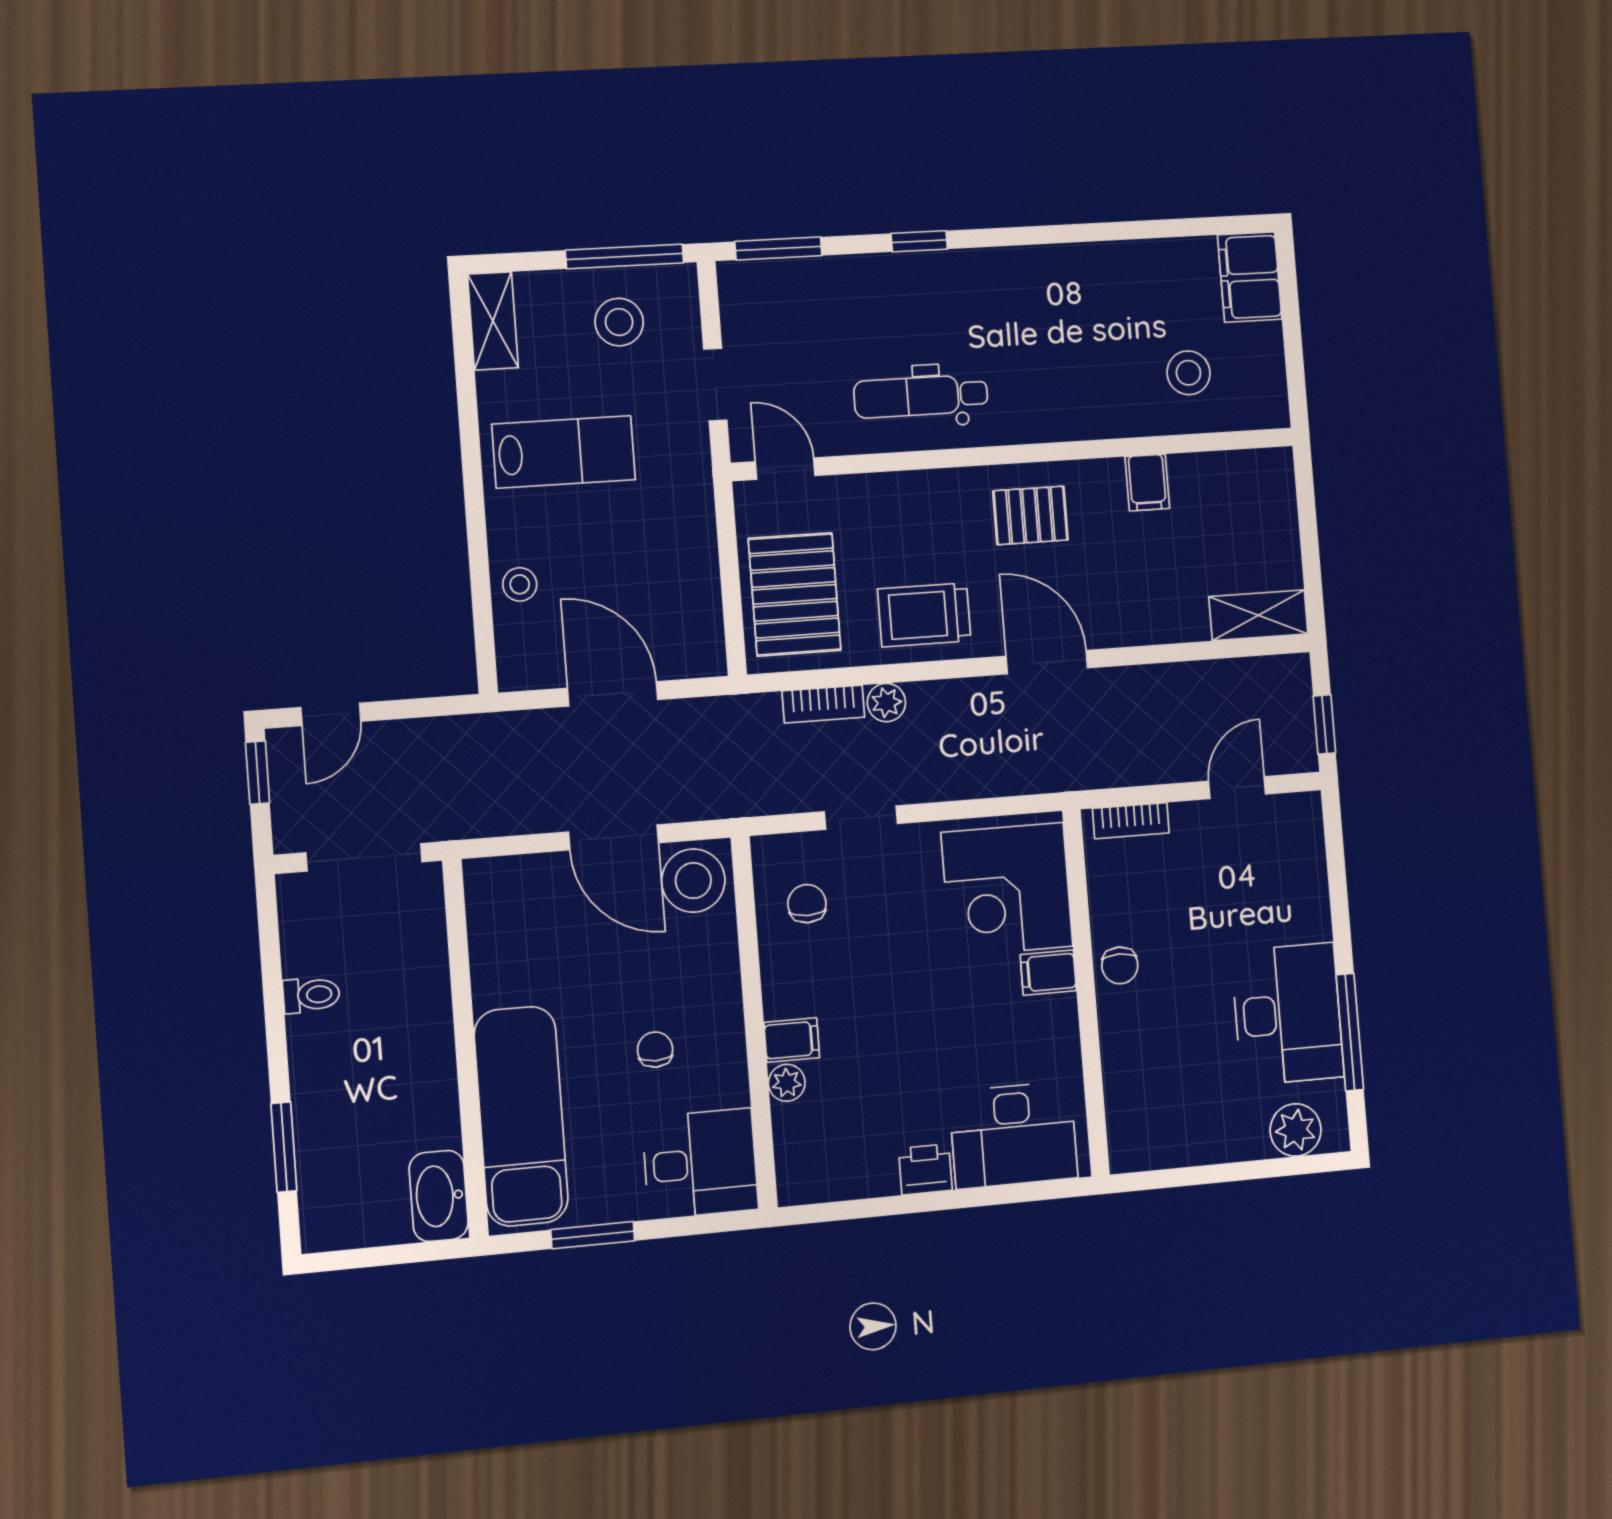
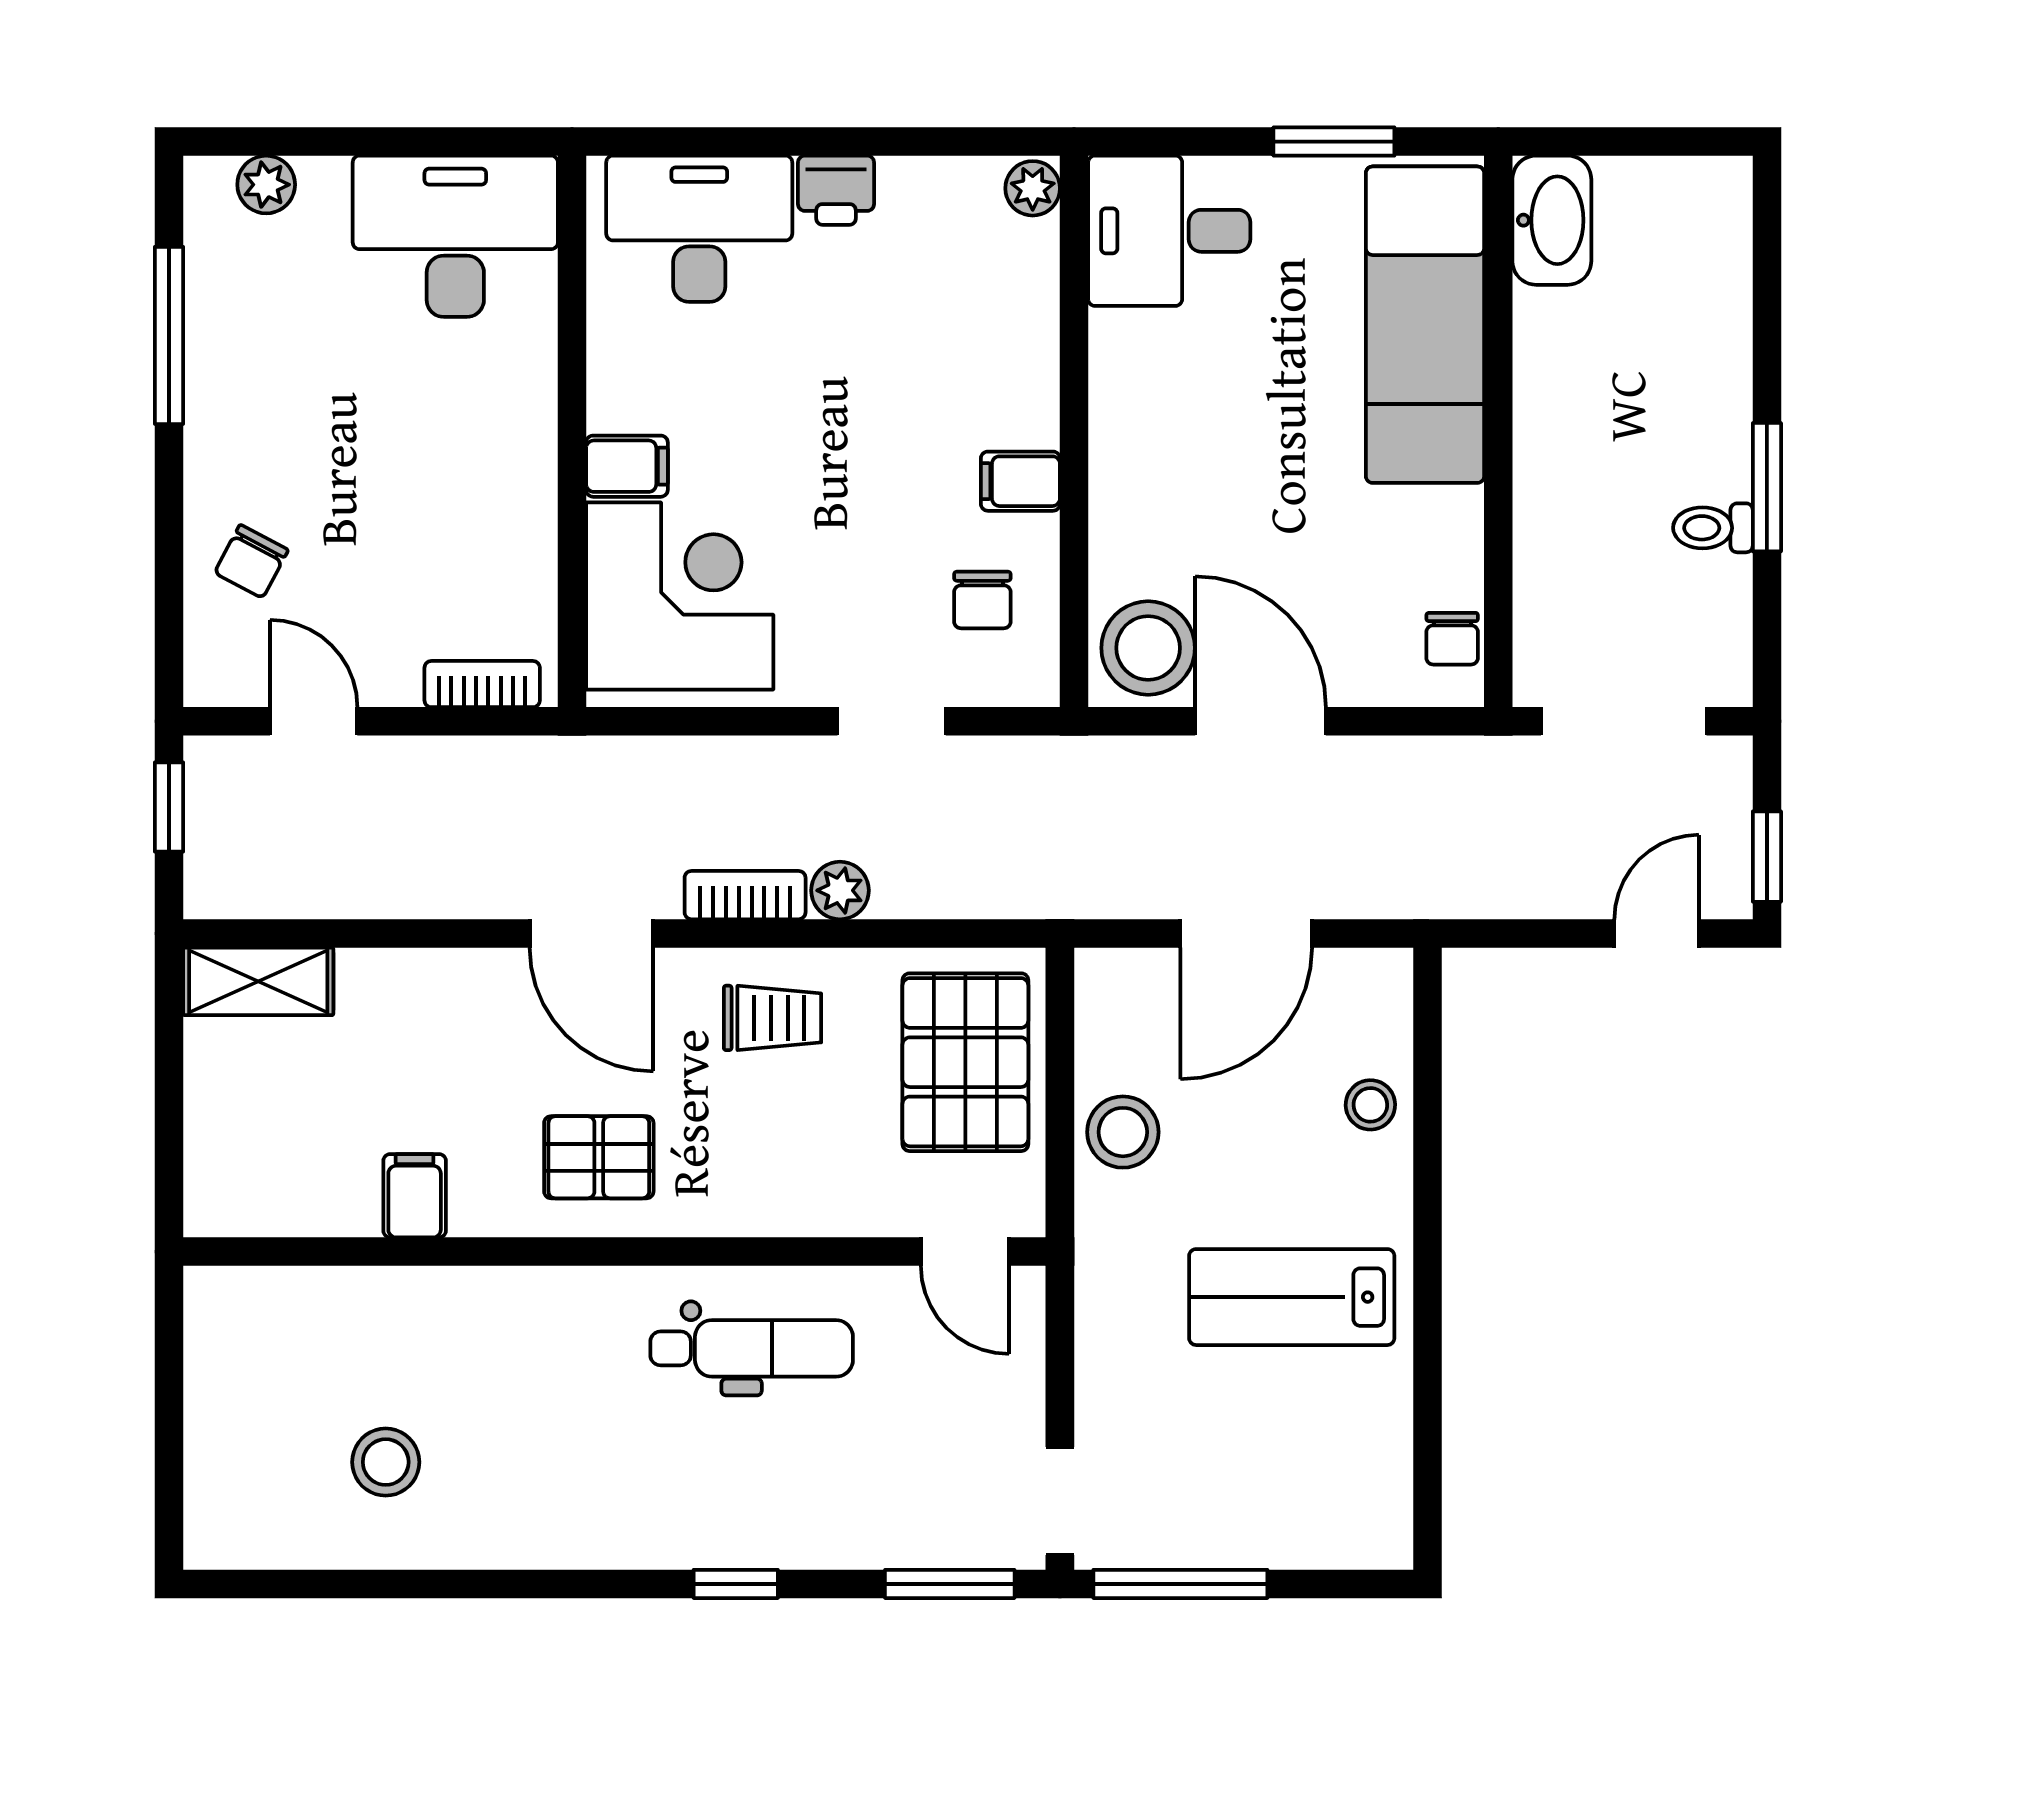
filing cabinet: (1250, 277) -> (228, 1502), removed
shelving: (493, 321) -> (1381, 1498), removed
stool: (619, 322) -> (1123, 1132), moved
stool: (1188, 373) -> (386, 1462), moved
doorway: (715, 385) -> (1060, 1501), moved
trolley: (924, 615) -> (772, 1018), width x0.73, depth x0.72
door: (613, 694) -> (1246, 933), hinge flipped
bookcase: (823, 704) -> (745, 895), moved
door: (1237, 788) -> (314, 721), swing flipped
chair: (1120, 965) -> (251, 561), moved, turned -152
desk: (1288, 1014) -> (455, 236), moved, turned 90
filing cabinet: (792, 1040) -> (1020, 481), moved
chair: (655, 1050) -> (1452, 639), moved
plant: (787, 1083) -> (1033, 188), moved
plant: (1296, 1130) -> (266, 185), width x0.73, depth x0.73
window: (284, 1147) -> (1767, 487), moved

